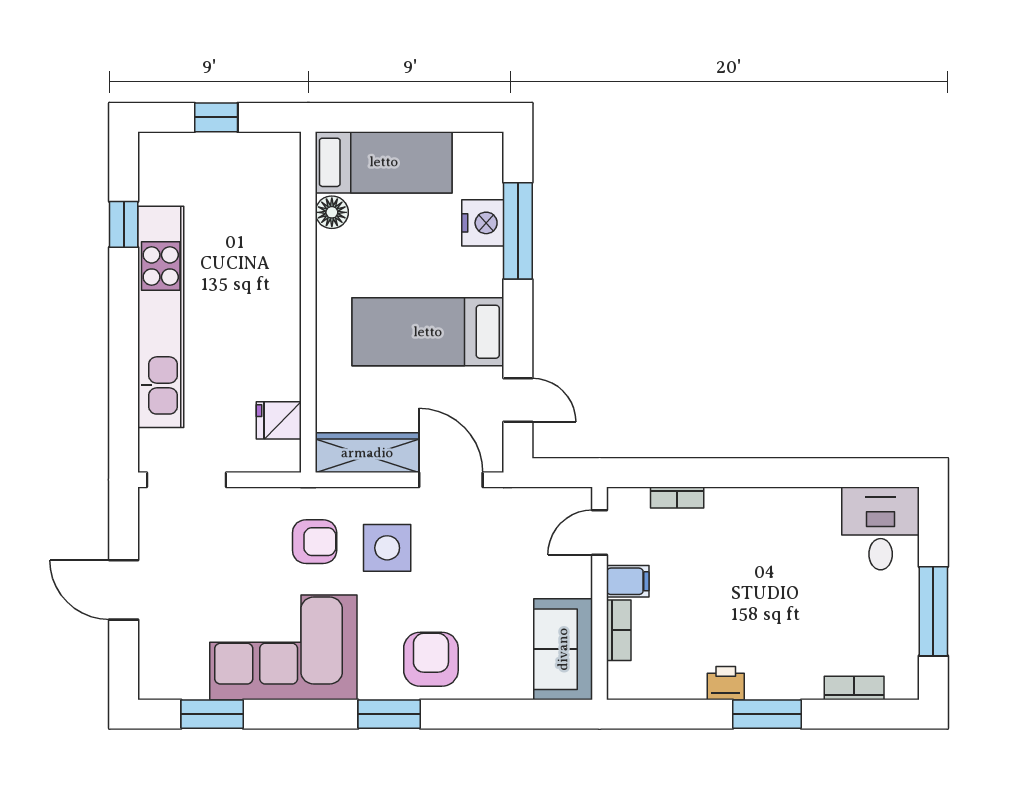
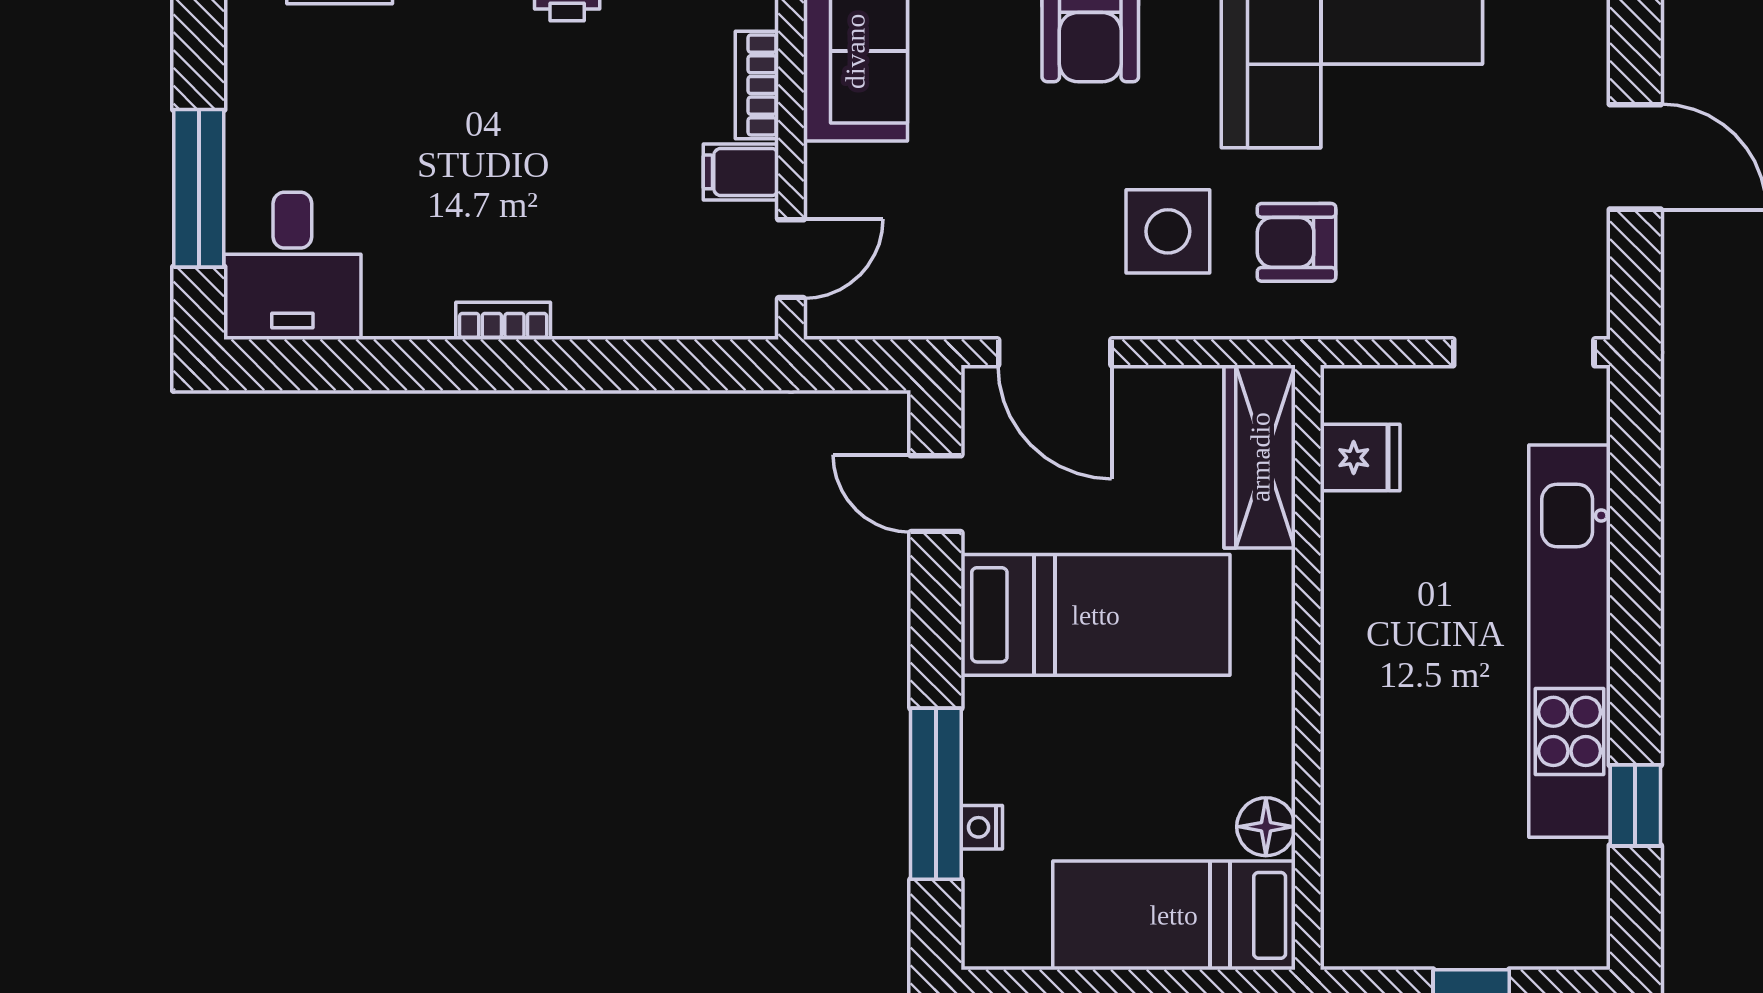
nightstand: (483, 223) -> (982, 827), width x0.53, depth x0.56
wardrobe: (367, 453) -> (1260, 457), moved, turned 90
bookcase: (677, 497) -> (503, 321), moved
window: (933, 611) -> (199, 188), moved

